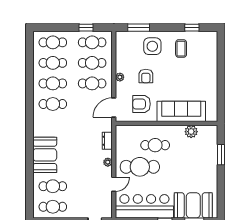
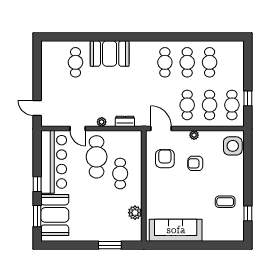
window: (139, 28) -> (248, 156), removed
cafe table: (53, 42) -> (232, 62), removed
side table: (152, 46) -> (233, 146), moved
sofa: (181, 111) -> (176, 230), moved, turned -90
cafe table: (53, 207) -> (53, 62), removed

